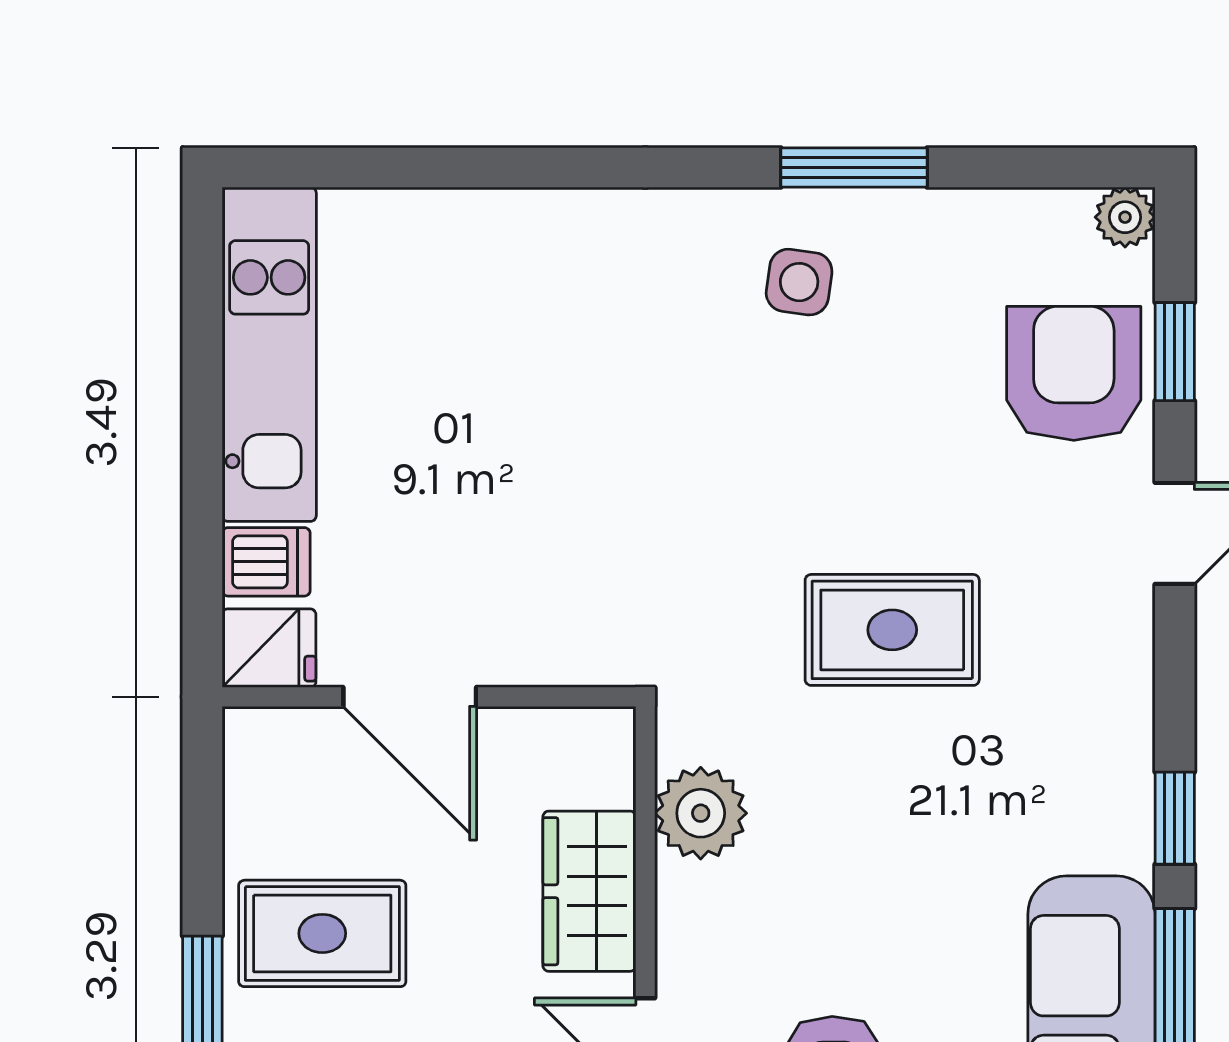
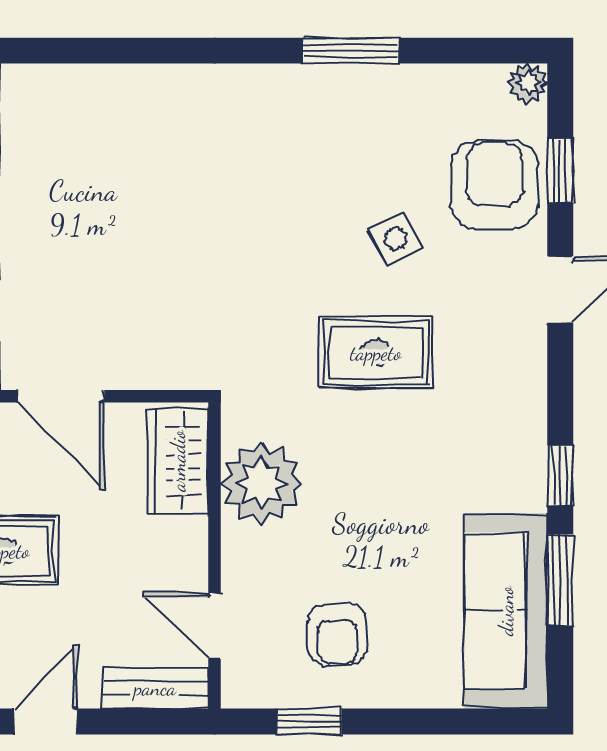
side table: (799, 282) -> (396, 239), moved, turned -35
plant: (701, 813) -> (262, 483), width x1.36, depth x1.36
wardrobe: (589, 891) -> (178, 461), moved

